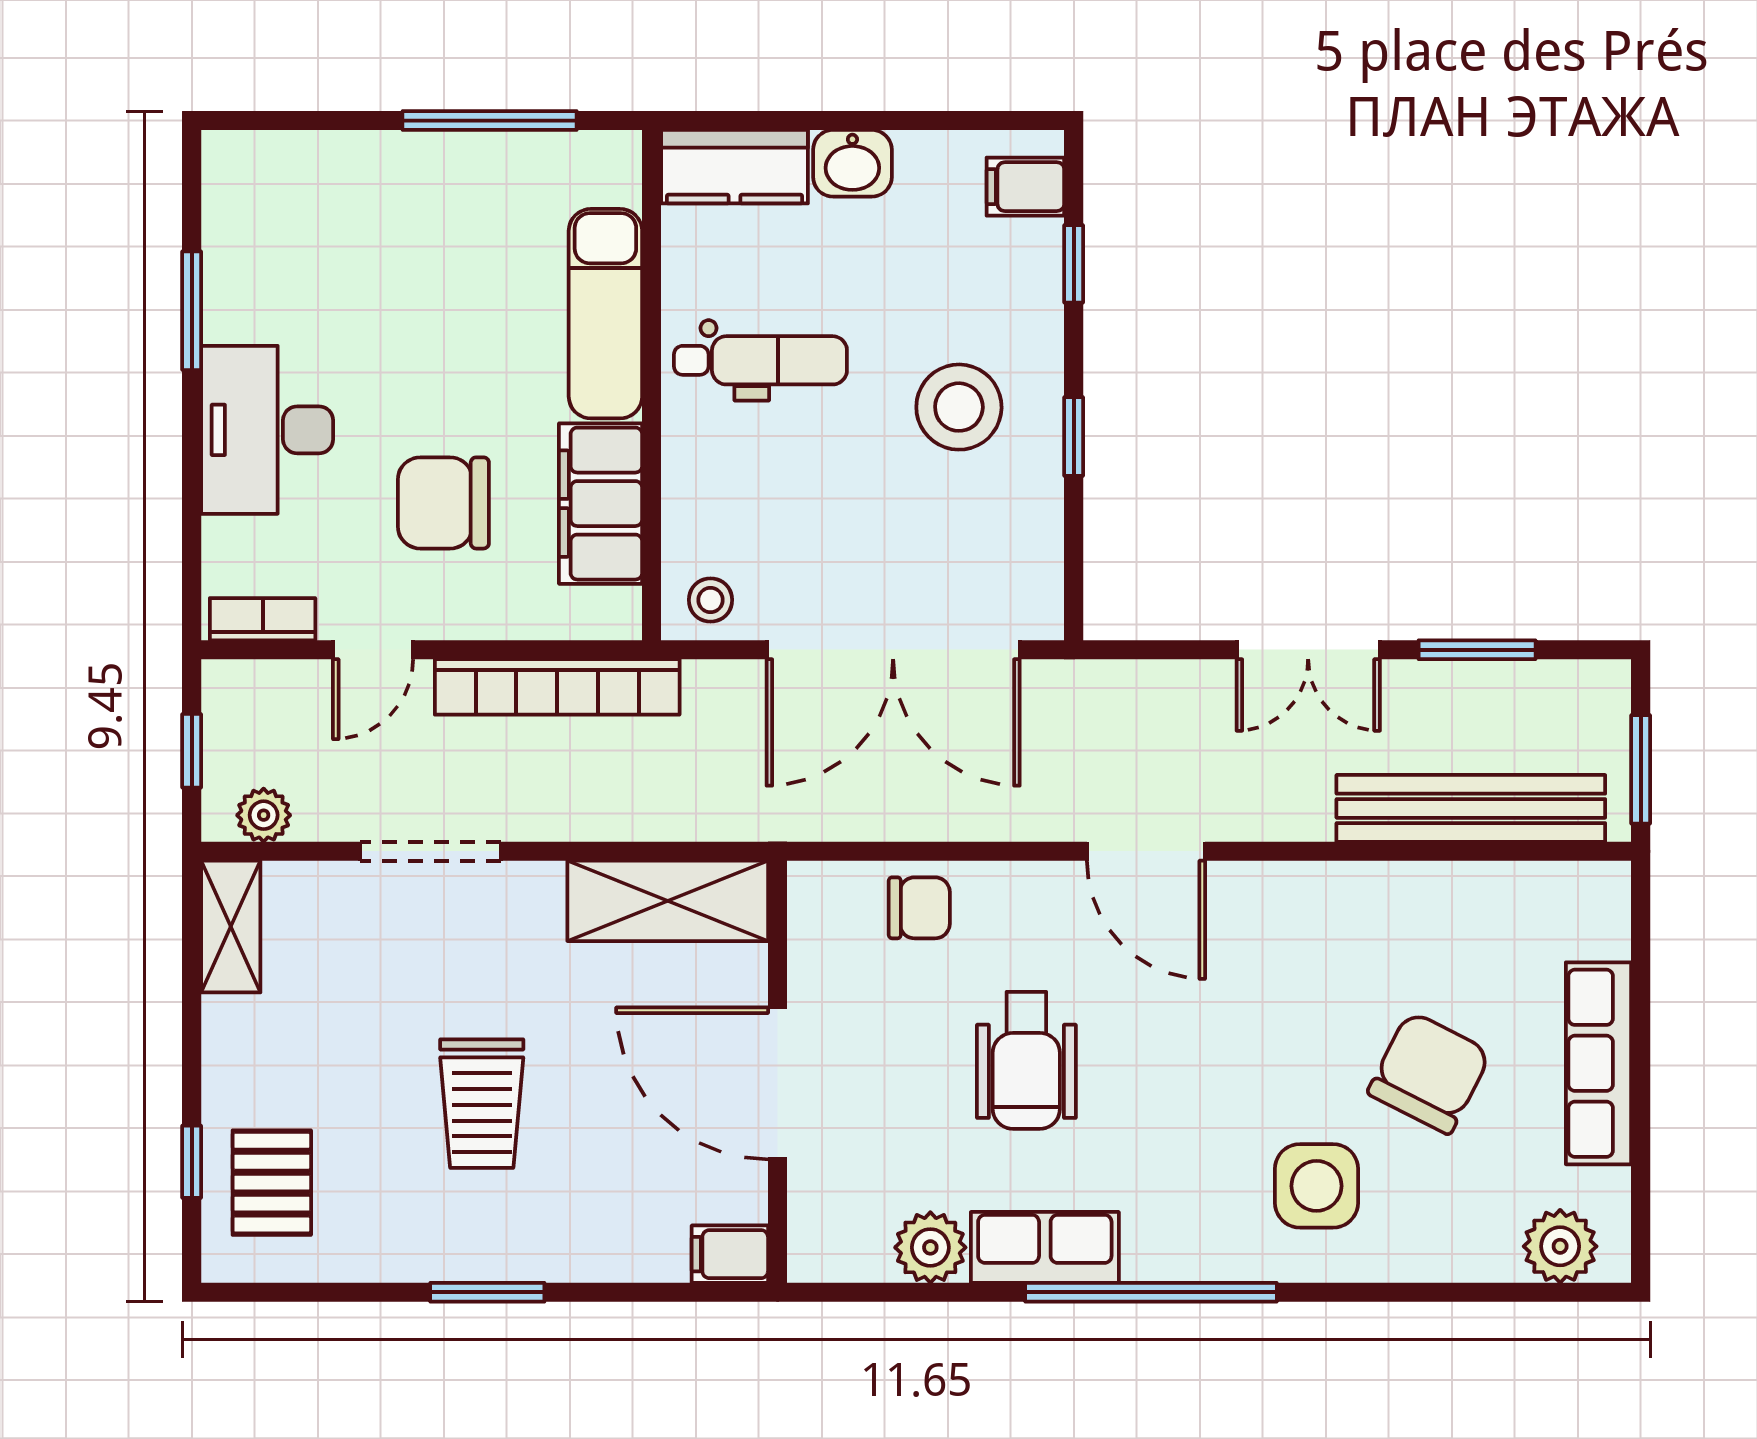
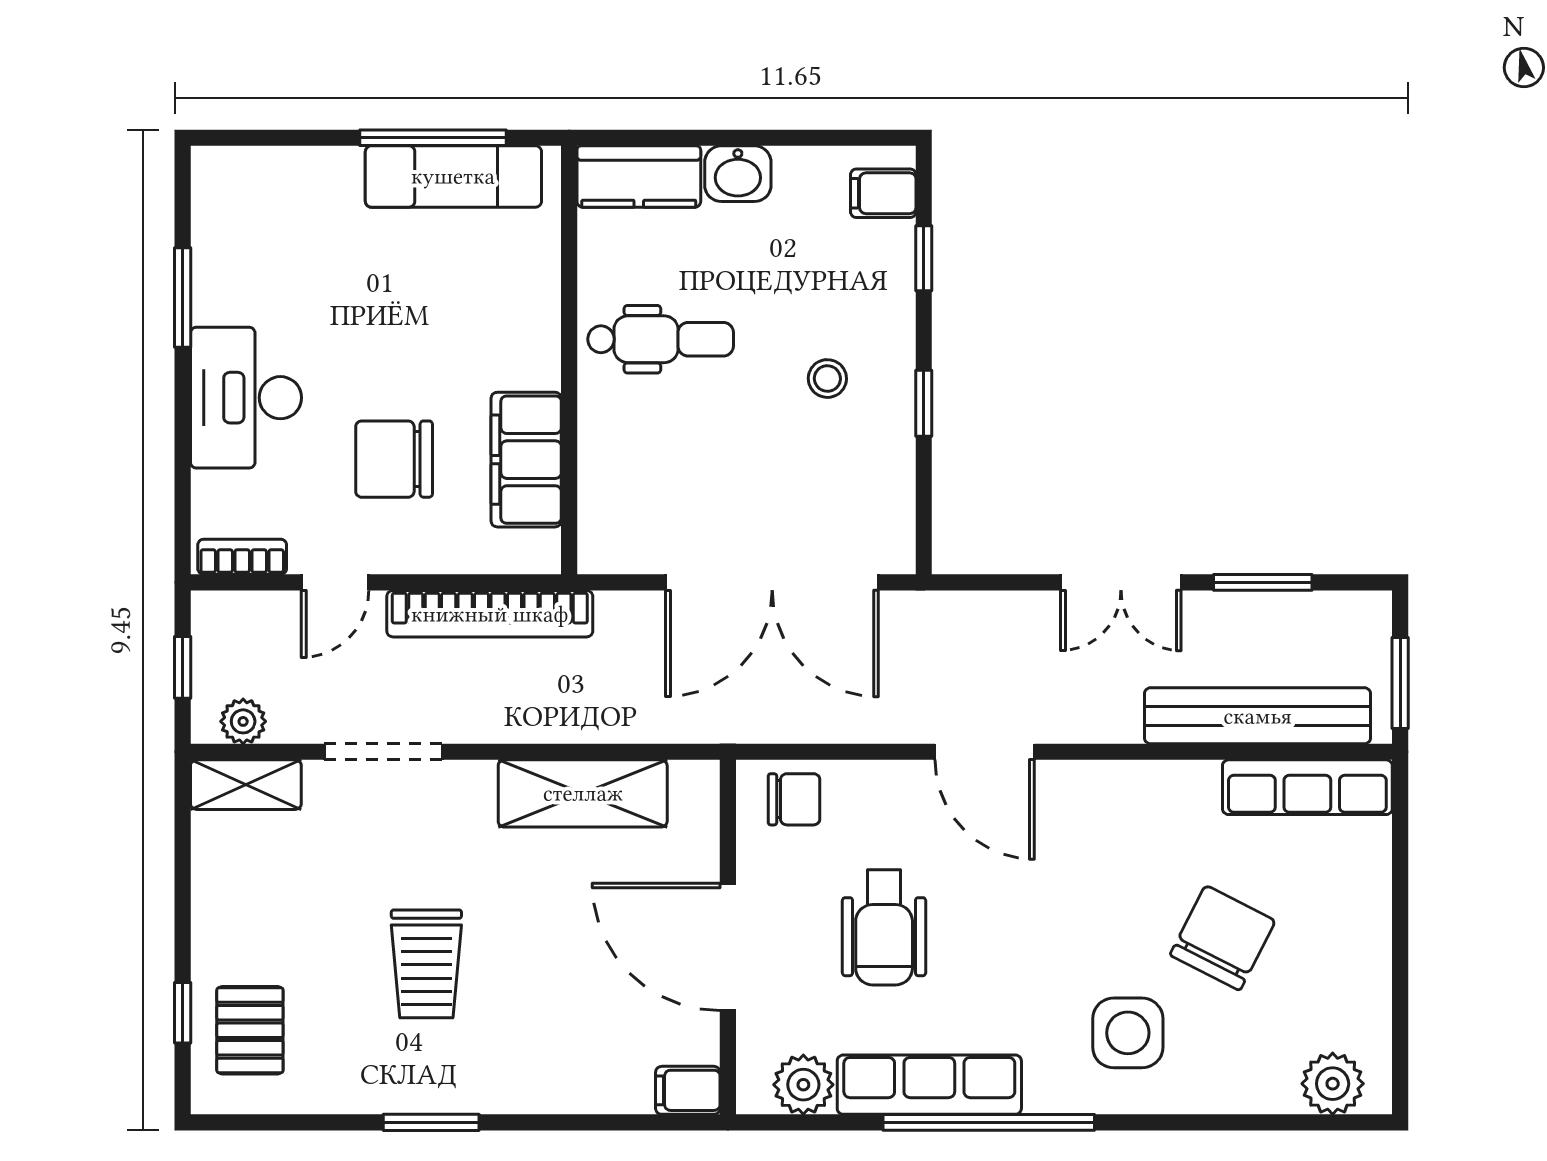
exam couch: (605, 314) -> (453, 176), moved, turned -90
stool: (959, 407) -> (827, 379), width x0.53, depth x0.53
stool: (710, 600) -> (619, 541), removed
shelving: (231, 927) -> (246, 785), moved, turned 90
row of seats: (1598, 1063) -> (1307, 787), moved, turned -90
wall: (778, 1072) -> (728, 937), moved
door: (778, 1083) -> (728, 947), moved
row of seats: (1045, 1247) -> (929, 1085), width x1.48
filing cabinet: (730, 1254) -> (688, 1090), moved

